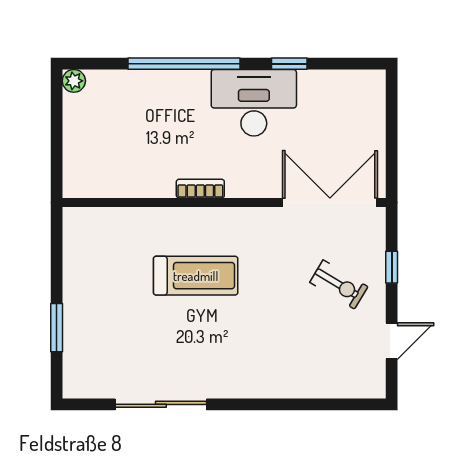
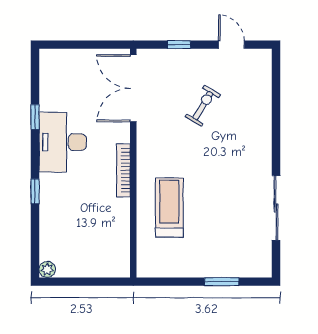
window: (184, 64) -> (35, 191), width x0.32
bookcase: (200, 189) -> (123, 170), width x1.56
treadmill: (196, 276) -> (169, 208), moved
exercise bike: (339, 284) -> (203, 106), moved

